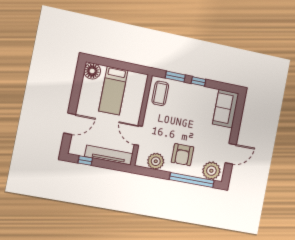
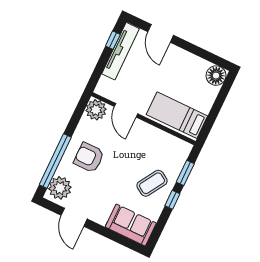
bed: (113, 91) -> (177, 115), moved
coffee table: (160, 93) -> (152, 183), moved, turned -58
door: (138, 136) -> (126, 110), swing flipped
tv unit: (109, 155) -> (121, 51), moved
plant: (156, 161) -> (96, 110), moved

